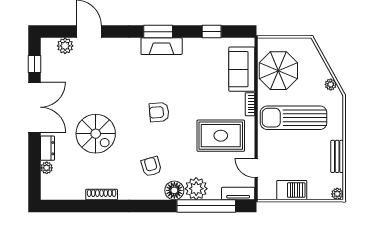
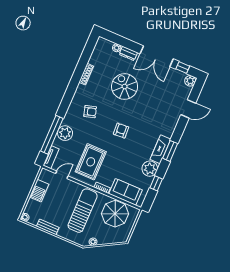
plant: (65, 46) -> (190, 81), moved
plant: (195, 49) -> (150, 169), added
spiral stairs: (96, 134) -> (125, 86), turned 90
floor lamp: (174, 190) -> (70, 119), removed

